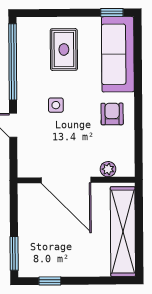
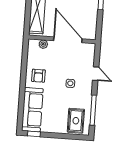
rug: (64, 49) -> (76, 121), moved
window: (13, 62) -> (93, 110), width x0.68

